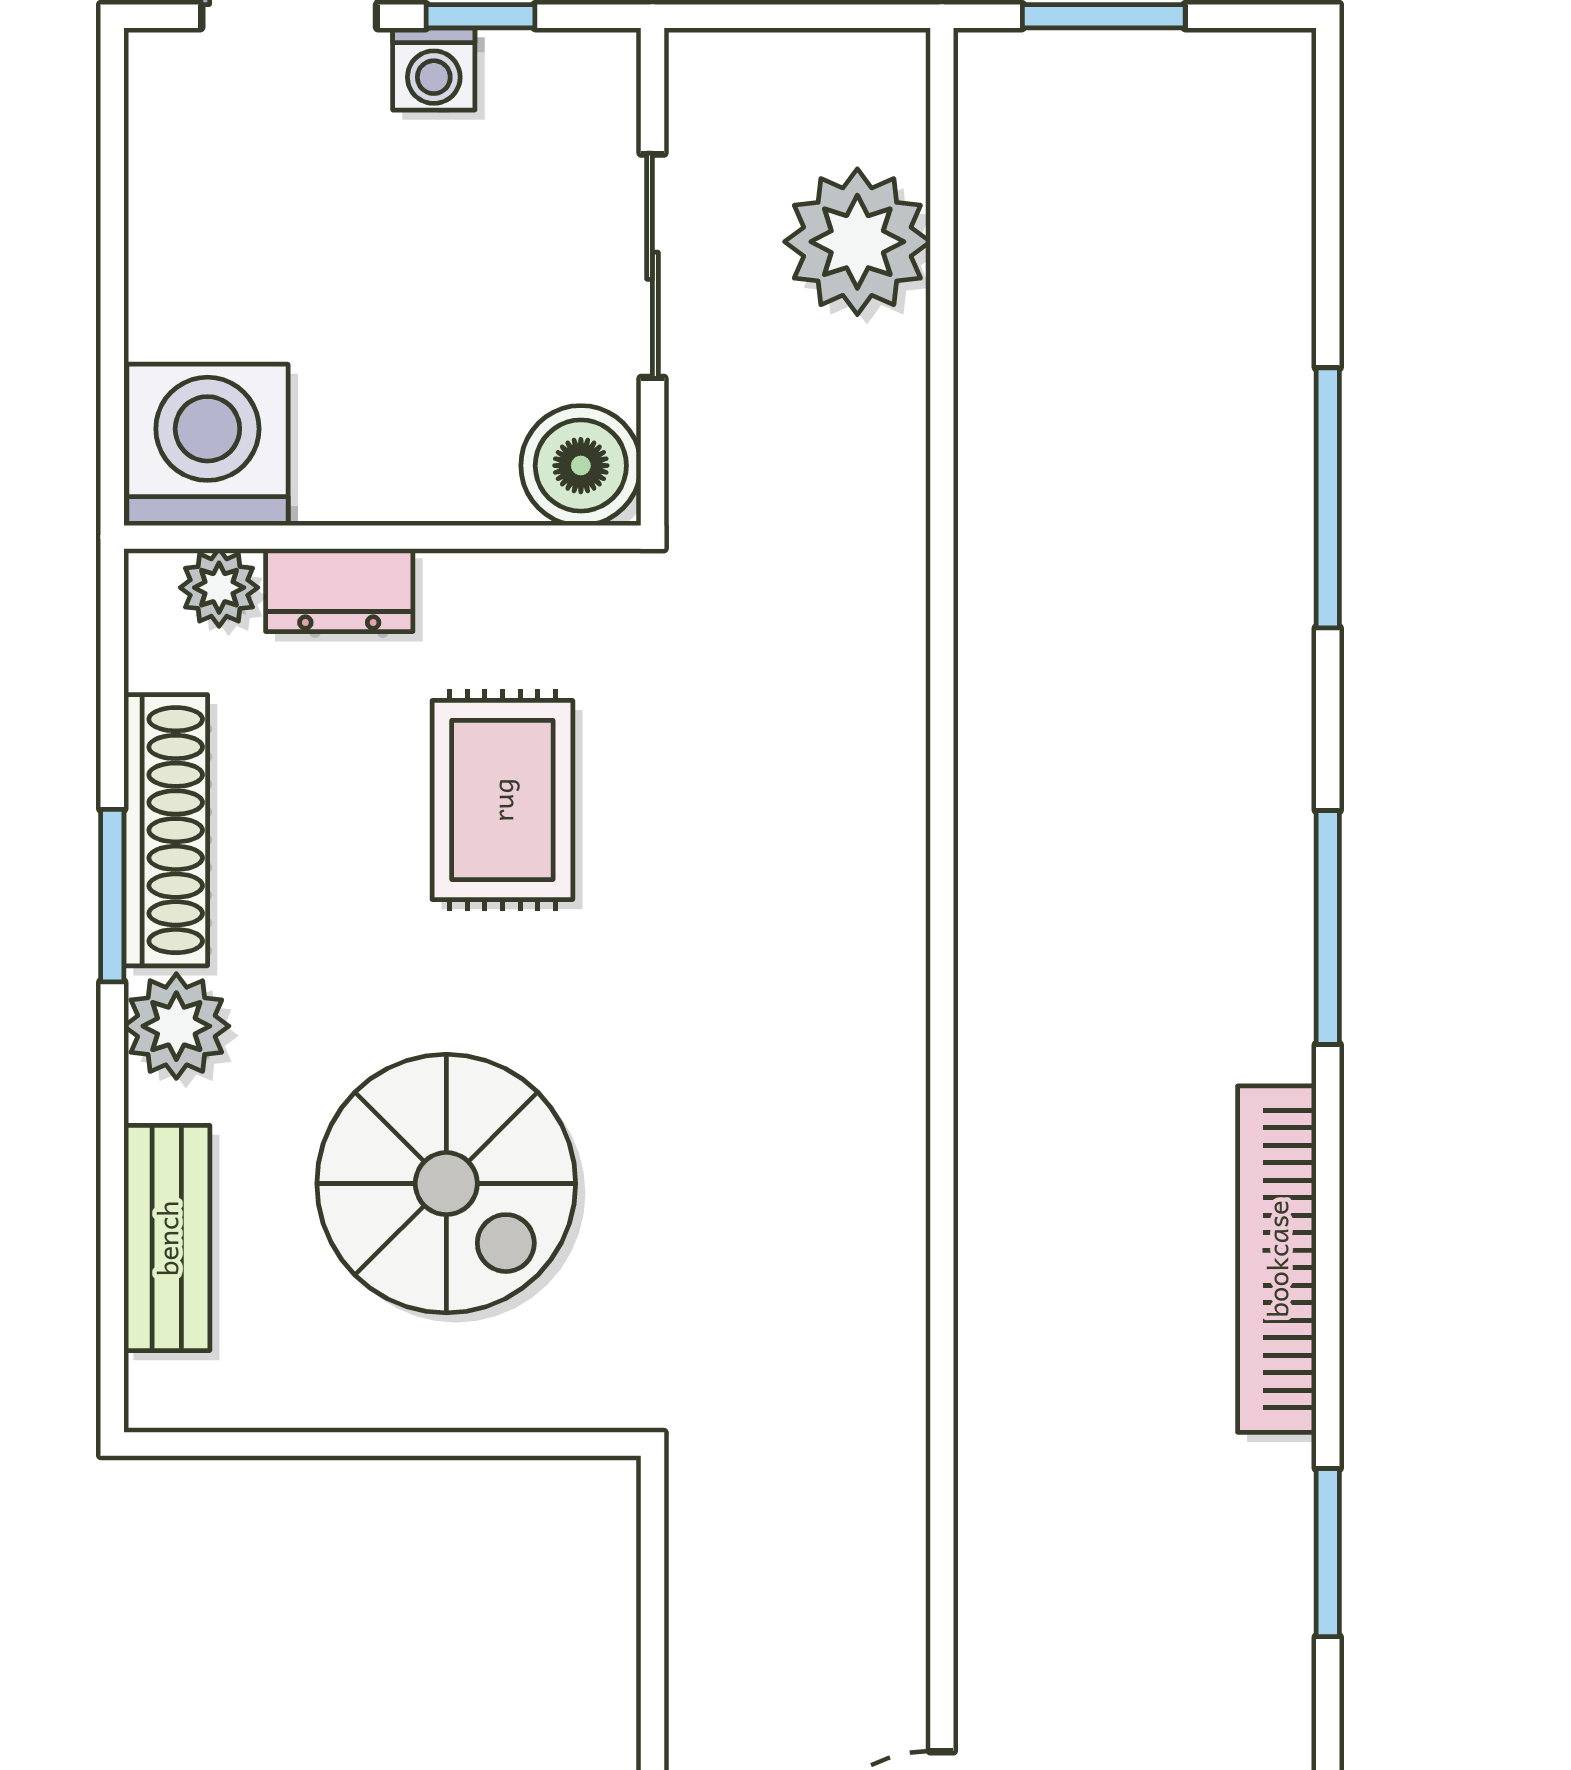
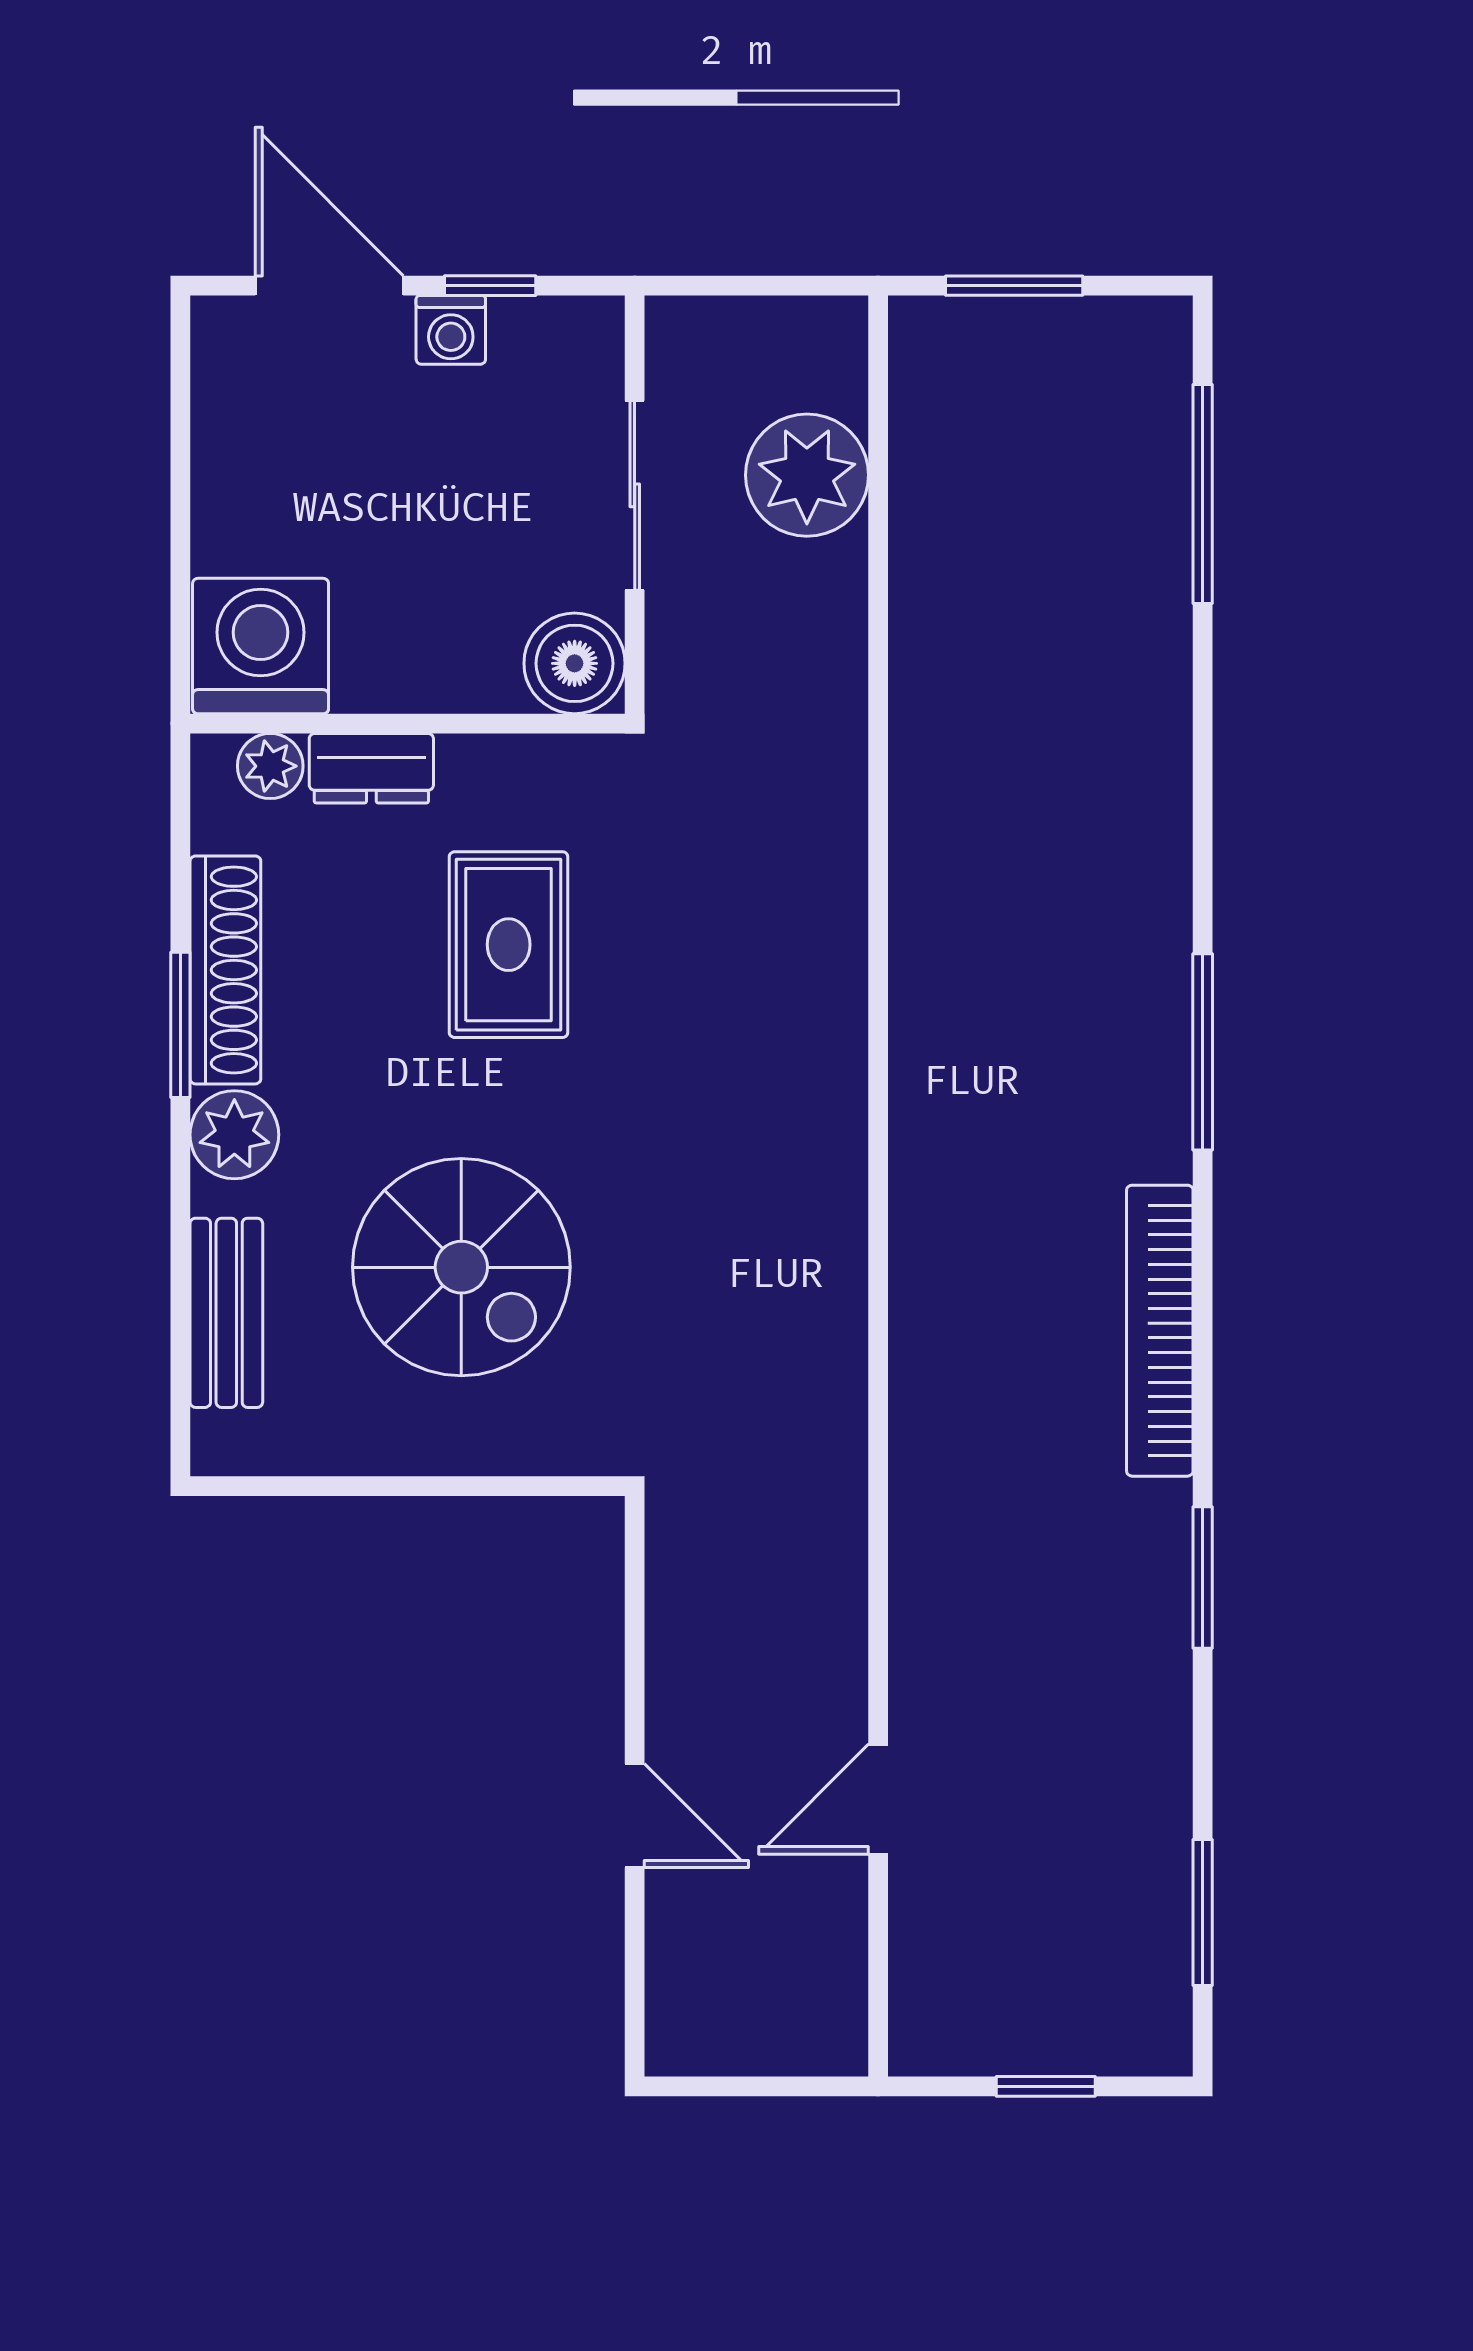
window: (1328, 498) -> (1203, 494), moved

